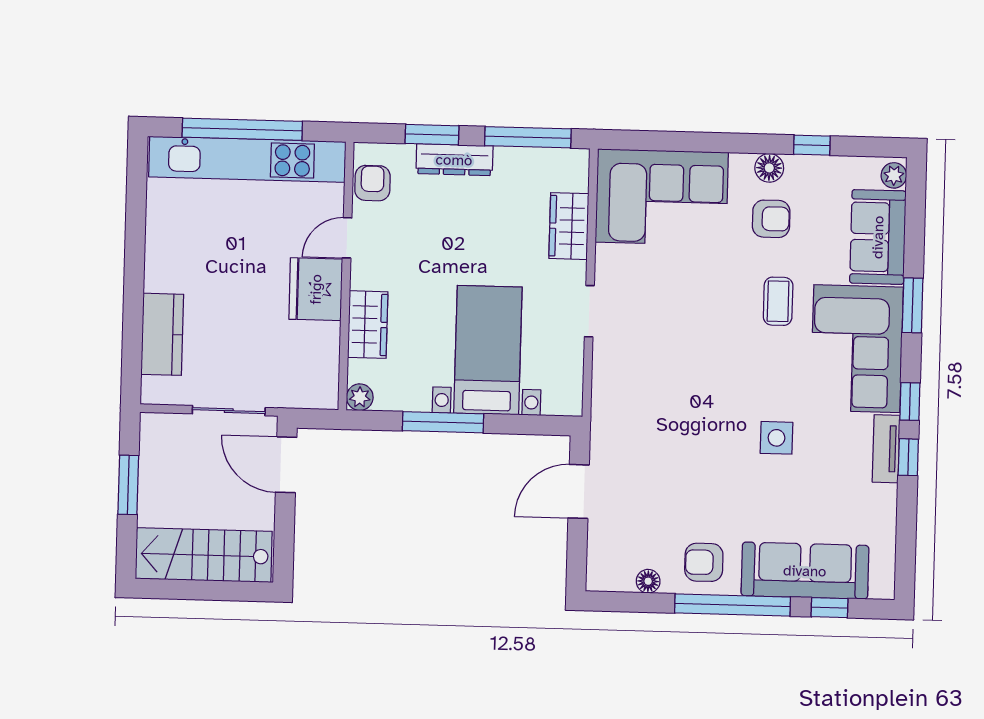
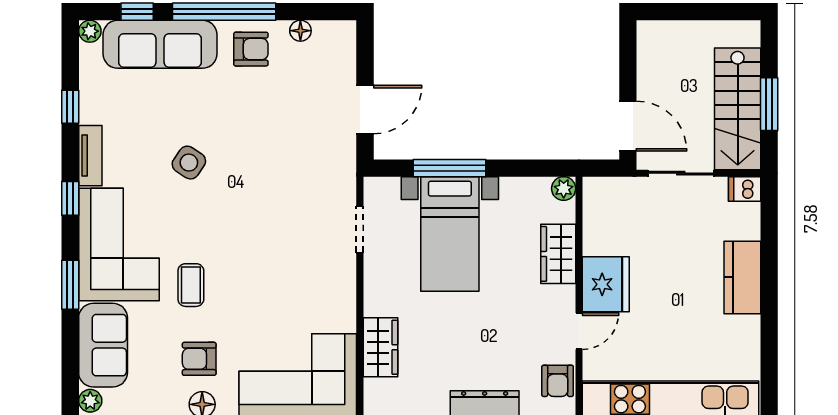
doorway: (589, 311) -> (360, 229), moved
kitchen counter: (162, 334) -> (742, 277), moved
dishwasher: (158, 391) -> (745, 189), added
window: (443, 422) -> (449, 168), moved
side table: (776, 438) -> (189, 163), turned 34
window: (908, 457) -> (70, 107), moved
stairs: (204, 555) -> (738, 109), moved, turned 90
plant: (883, 587) -> (90, 31), added

